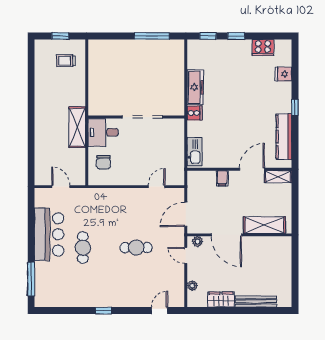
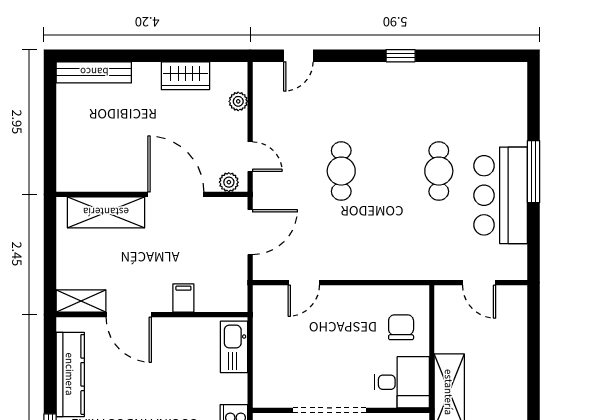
door: (252, 169) -> (129, 315), hinge flipped
cafe table: (136, 248) -> (341, 171), turned 90
window: (31, 279) -> (534, 172), moved
bench: (256, 301) -> (94, 72), moved

